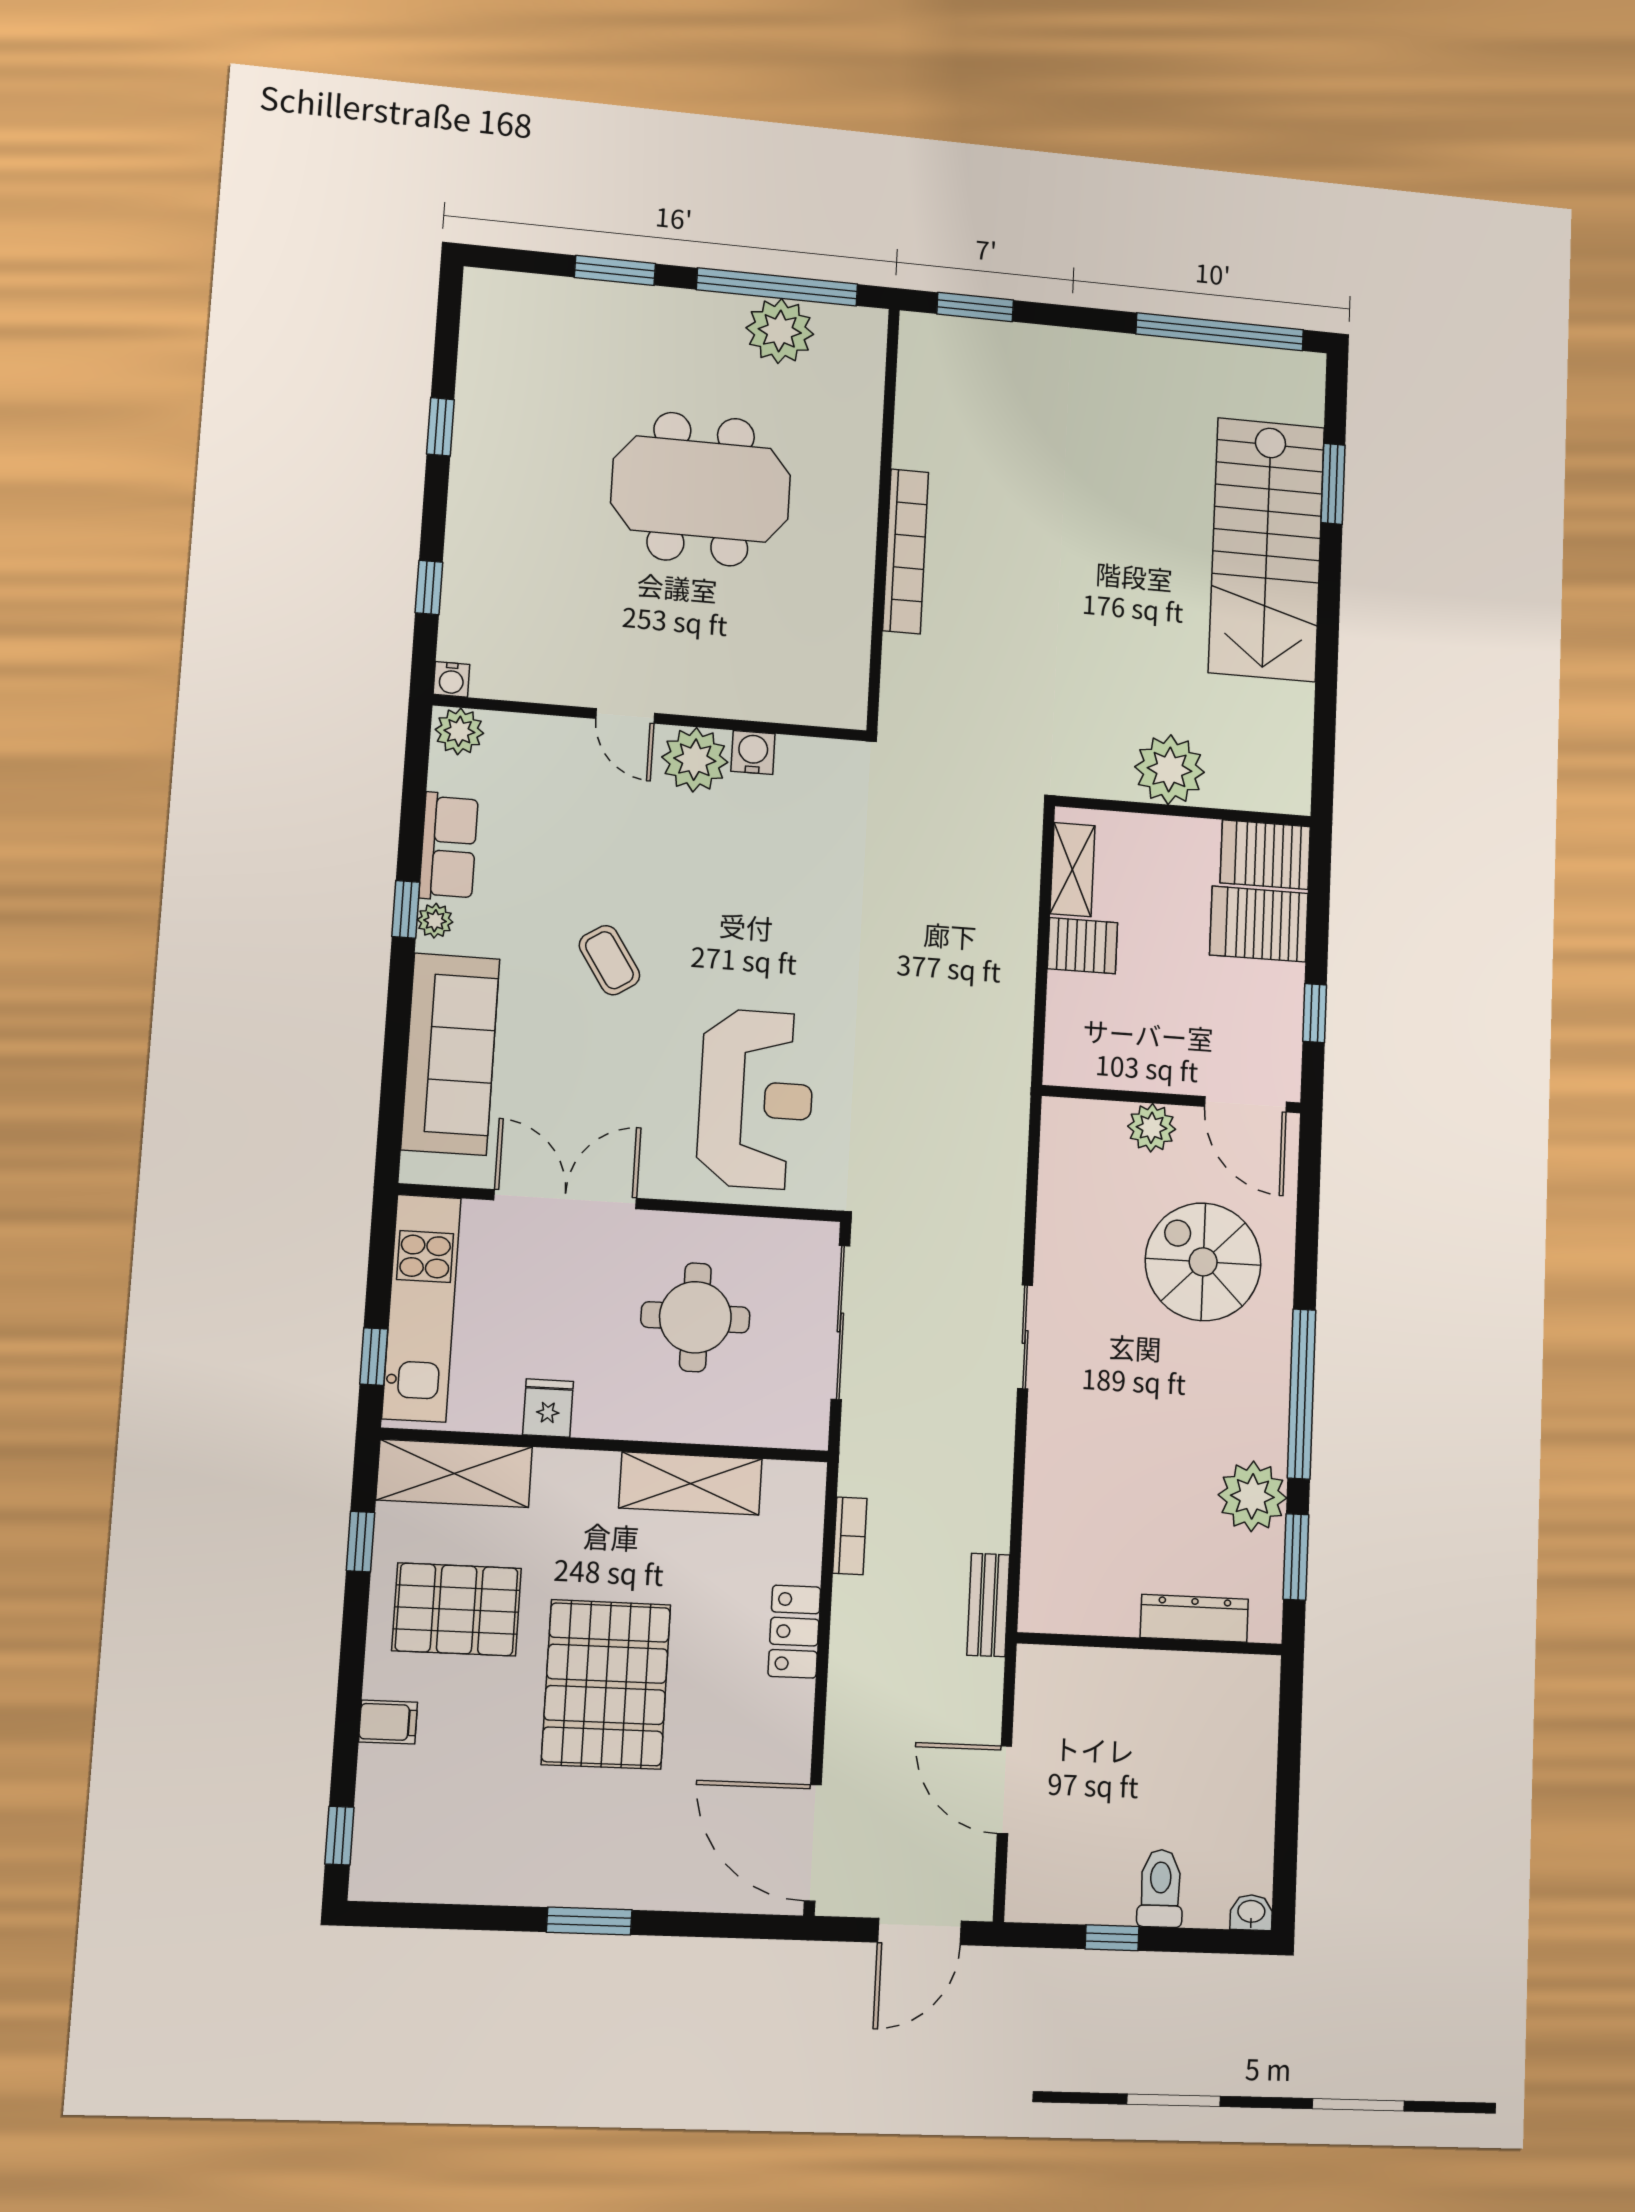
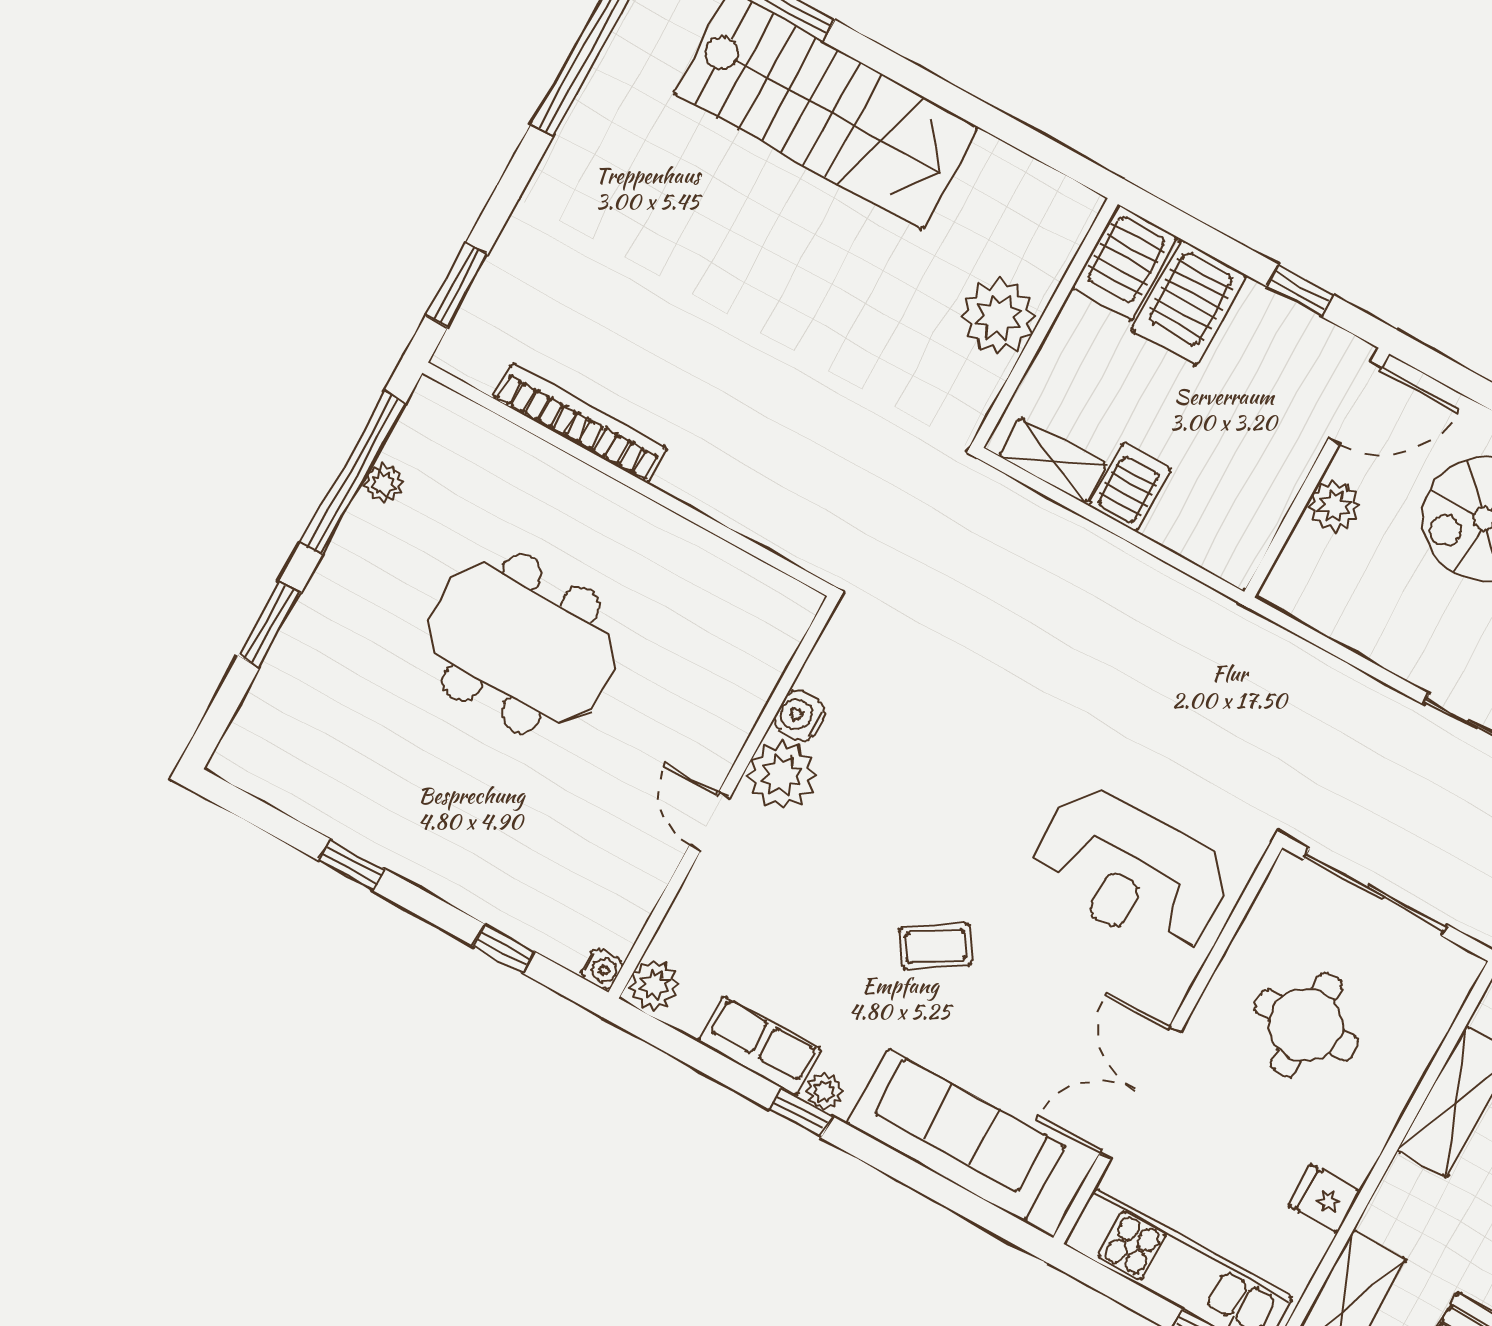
plant: (780, 331) -> (383, 483), width x0.53, depth x0.53
meeting table: (701, 489) -> (521, 644), turned 90
bookcase: (906, 551) -> (580, 423), moved
door: (625, 716) -> (710, 821), swing flipped
reception desk: (756, 1099) -> (1130, 871), turned 180

